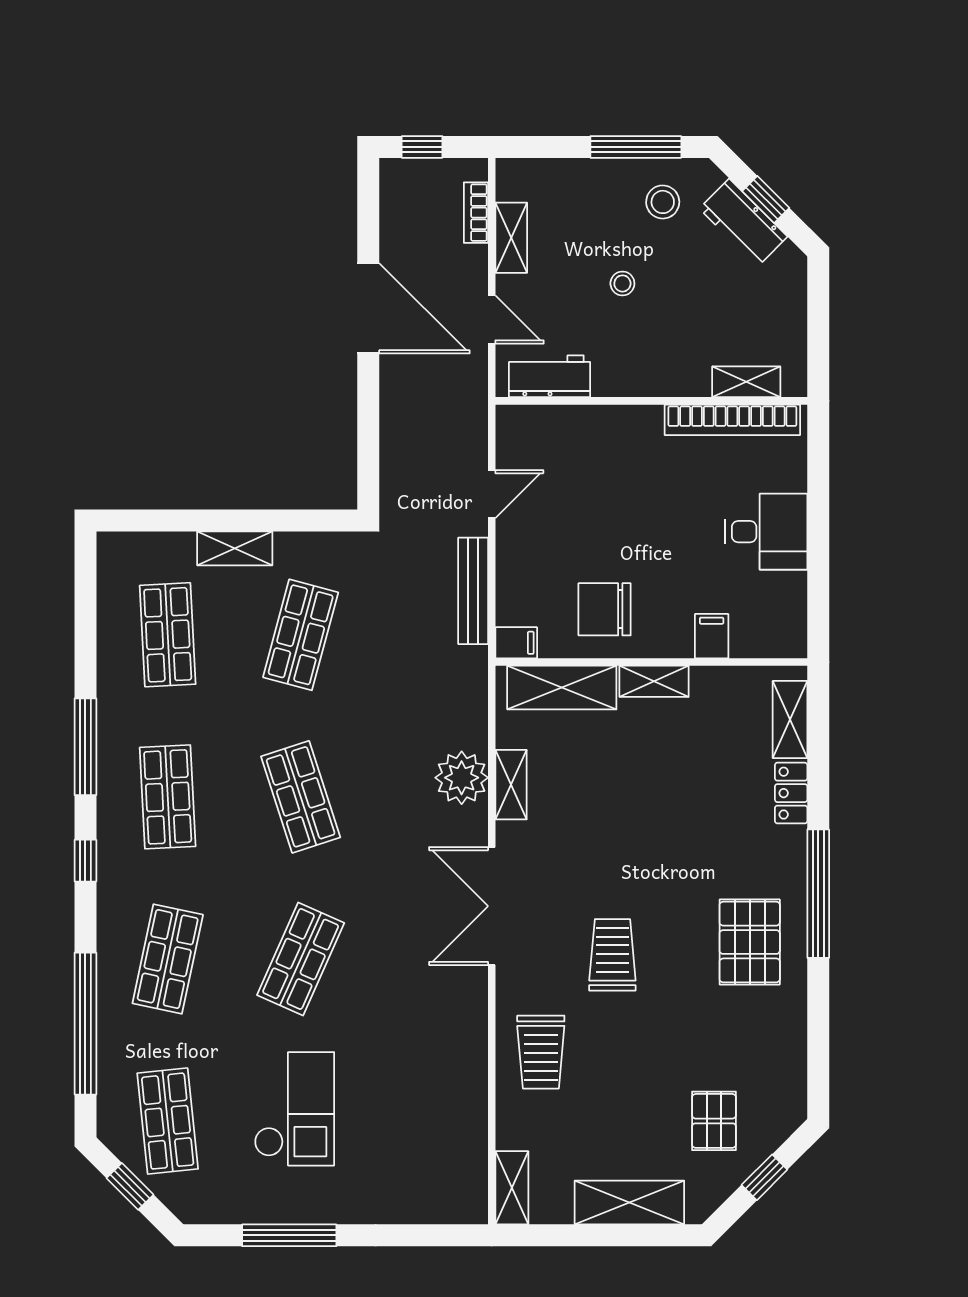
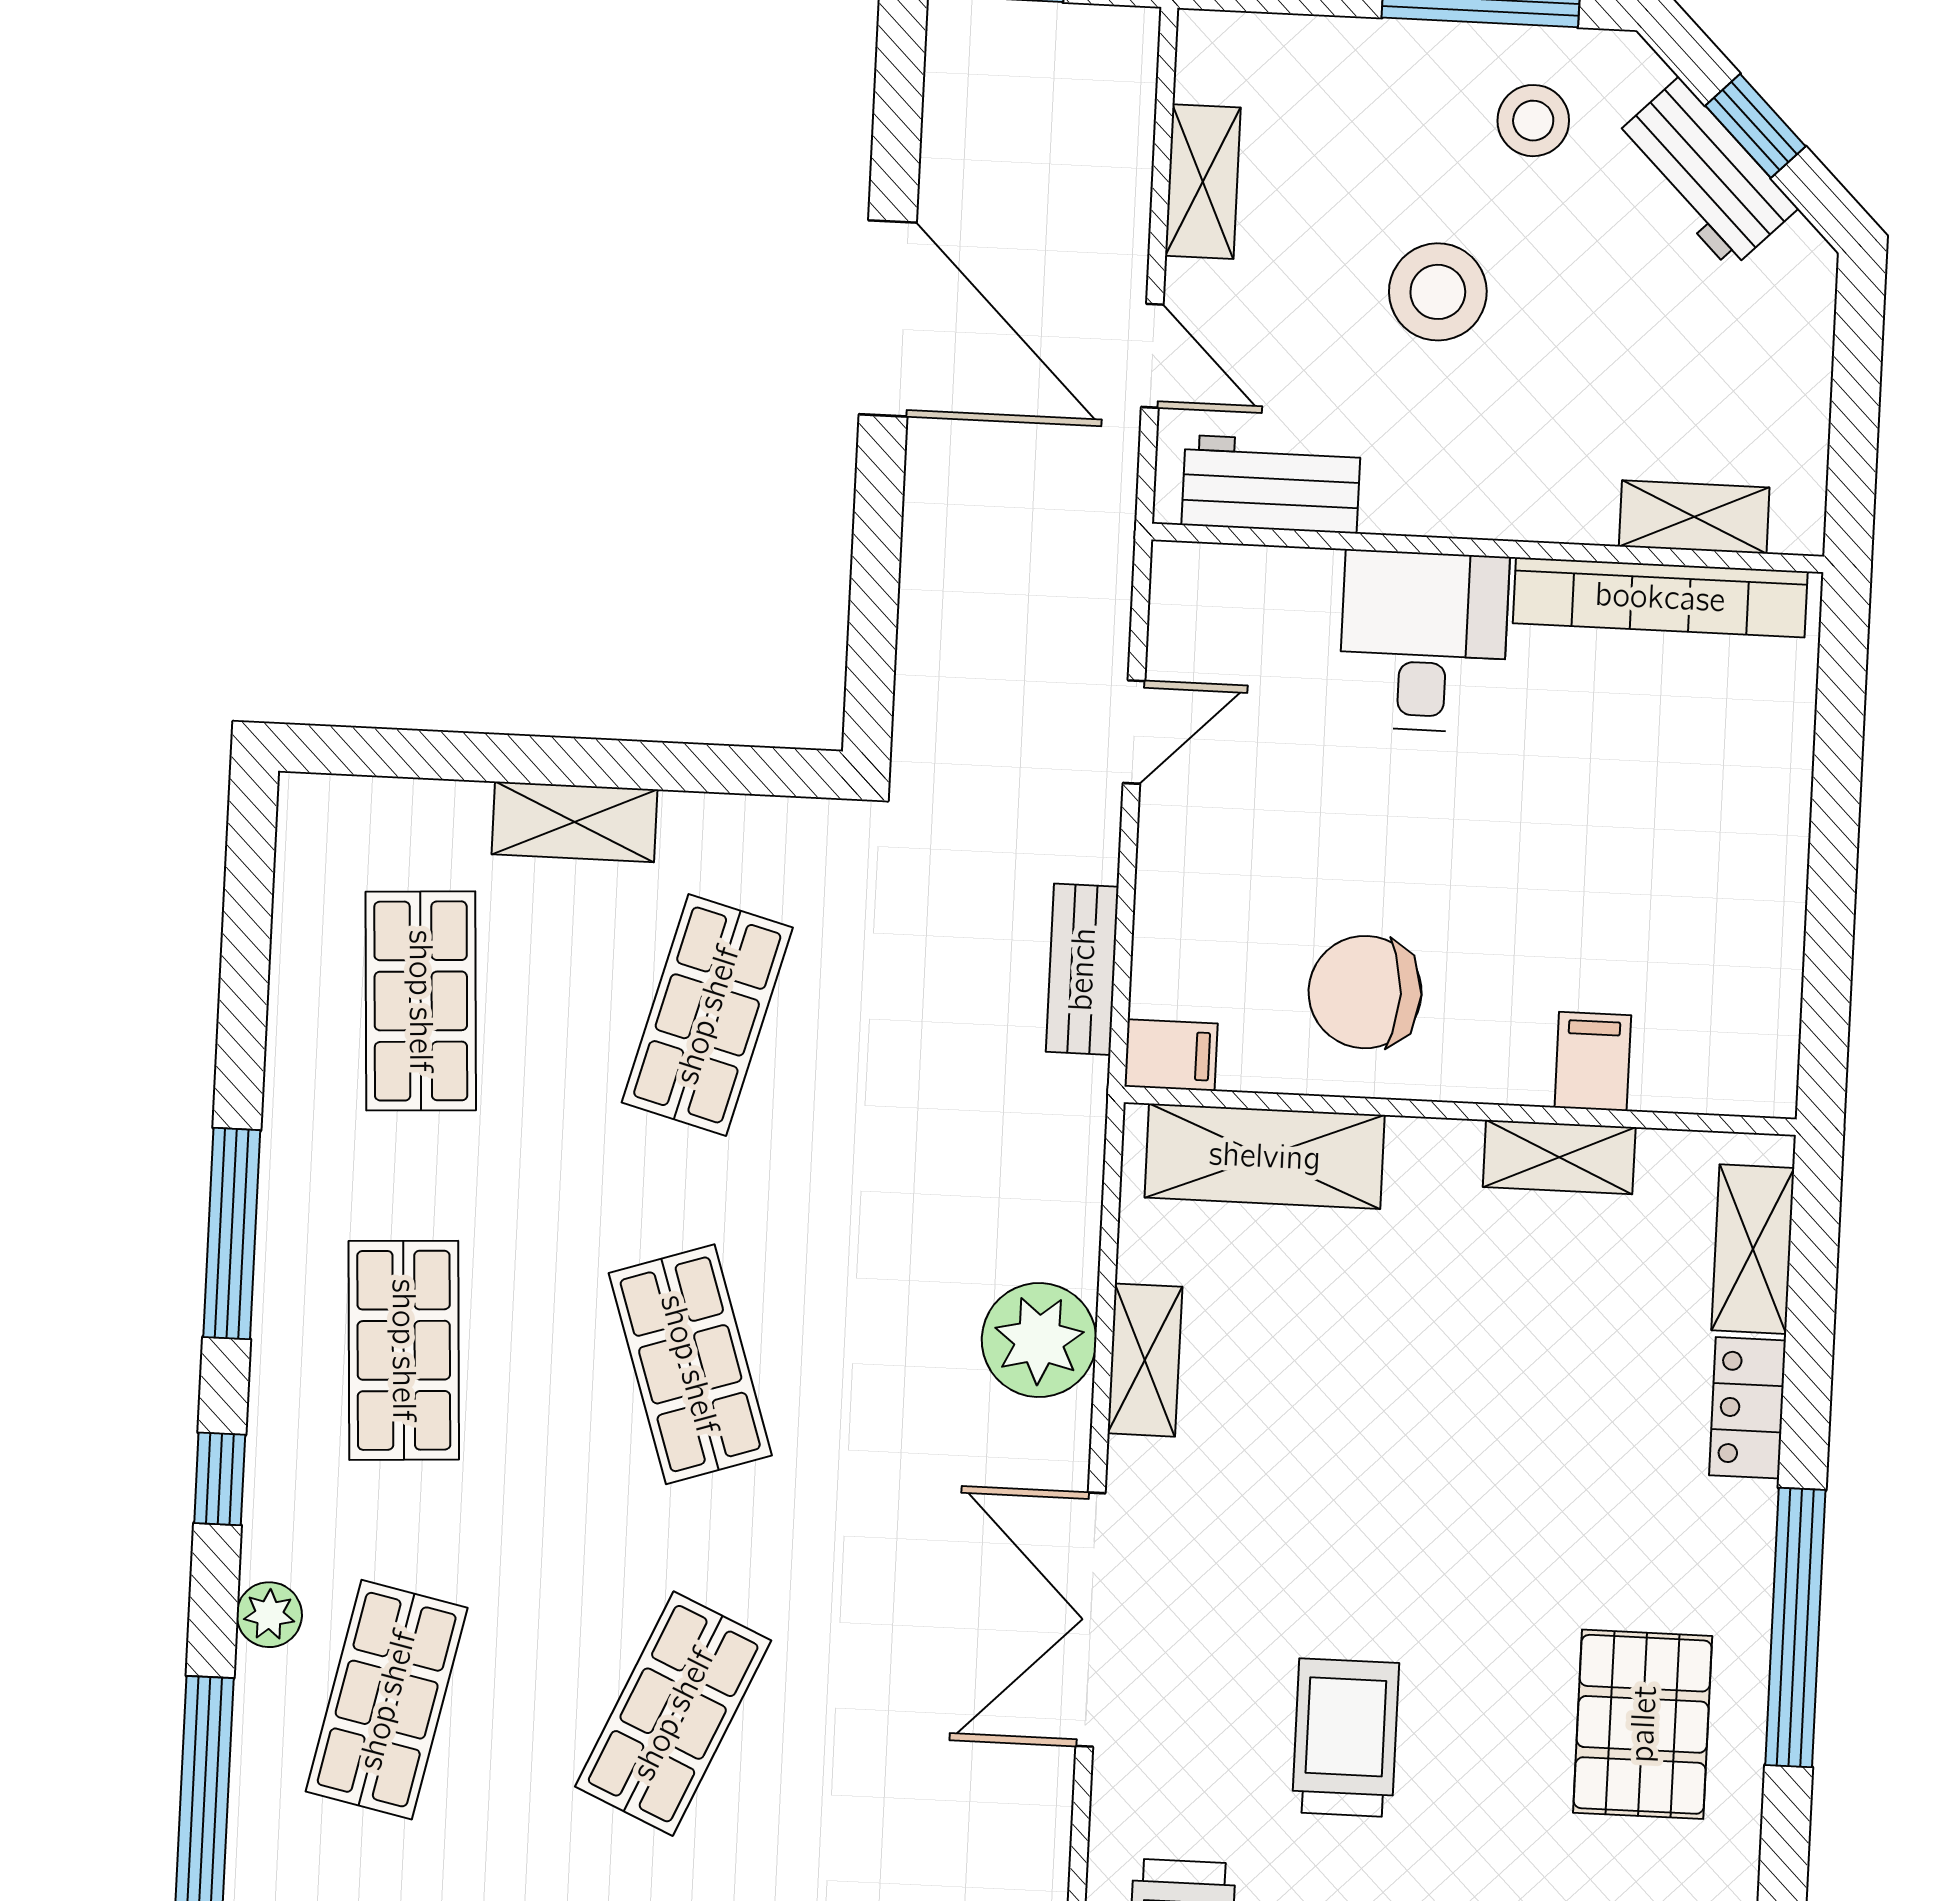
bookcase: (476, 213) -> (1130, 124), removed
stool: (622, 283) -> (1438, 292), width x1.89, depth x1.89
desk: (766, 532) -> (1424, 641), moved, turned -90
bench: (473, 591) -> (1082, 969), width x0.73
shelving: (654, 681) -> (1559, 1157), moved
plant: (111, 922) -> (269, 1615), added

